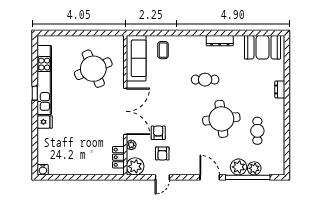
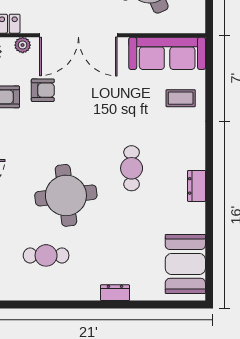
dresser: (220, 41) -> (197, 186), width x0.70

